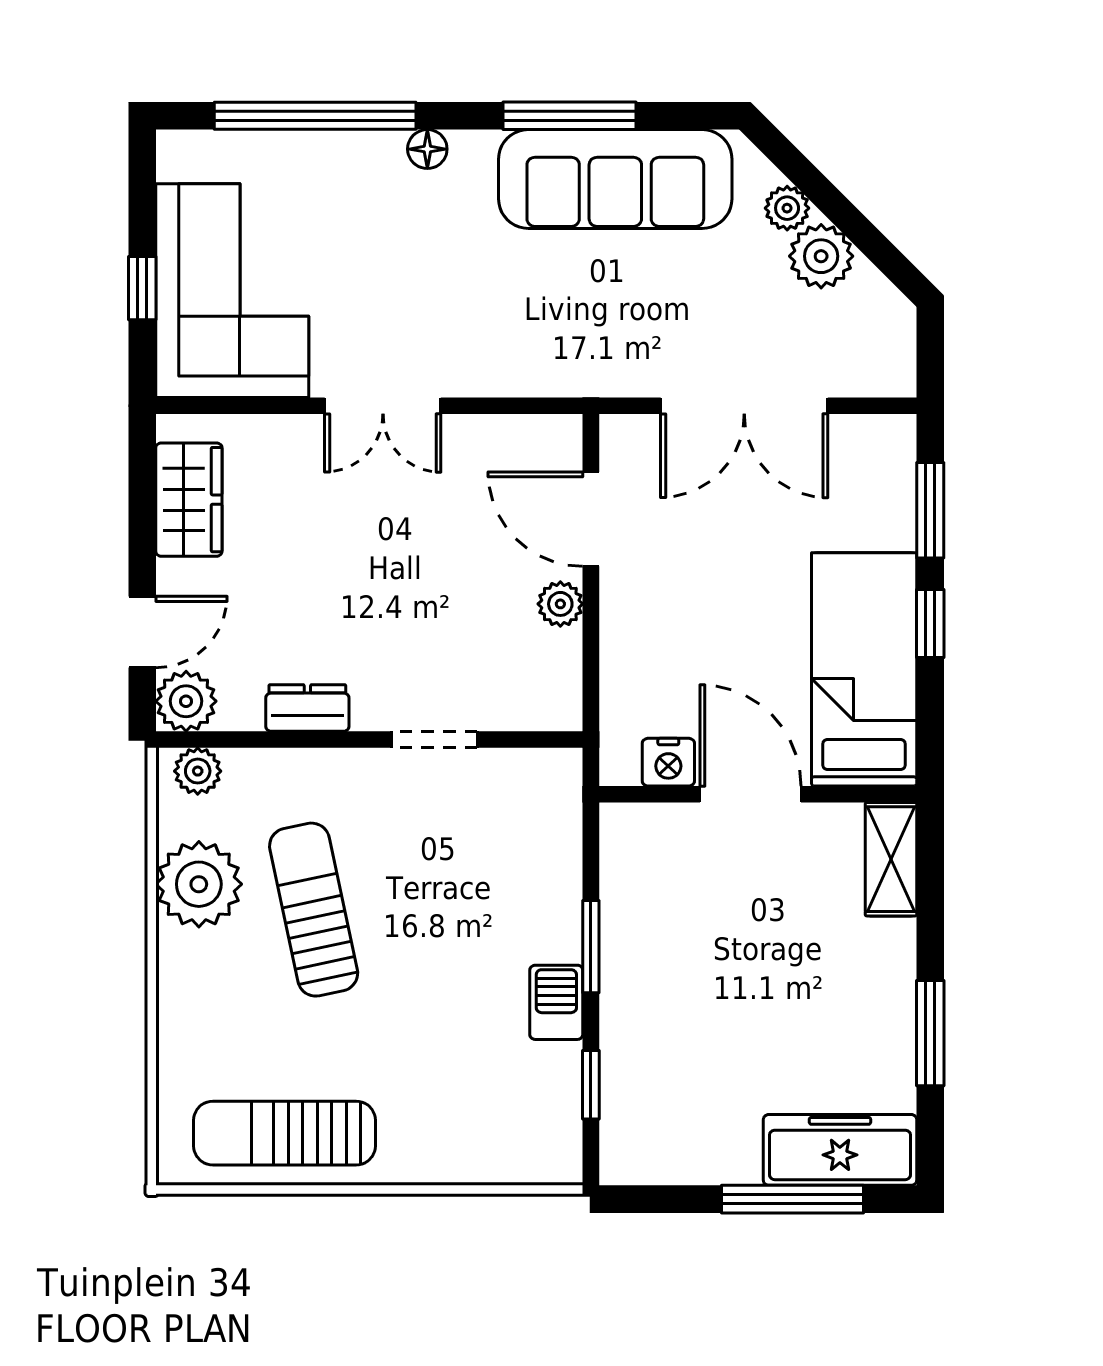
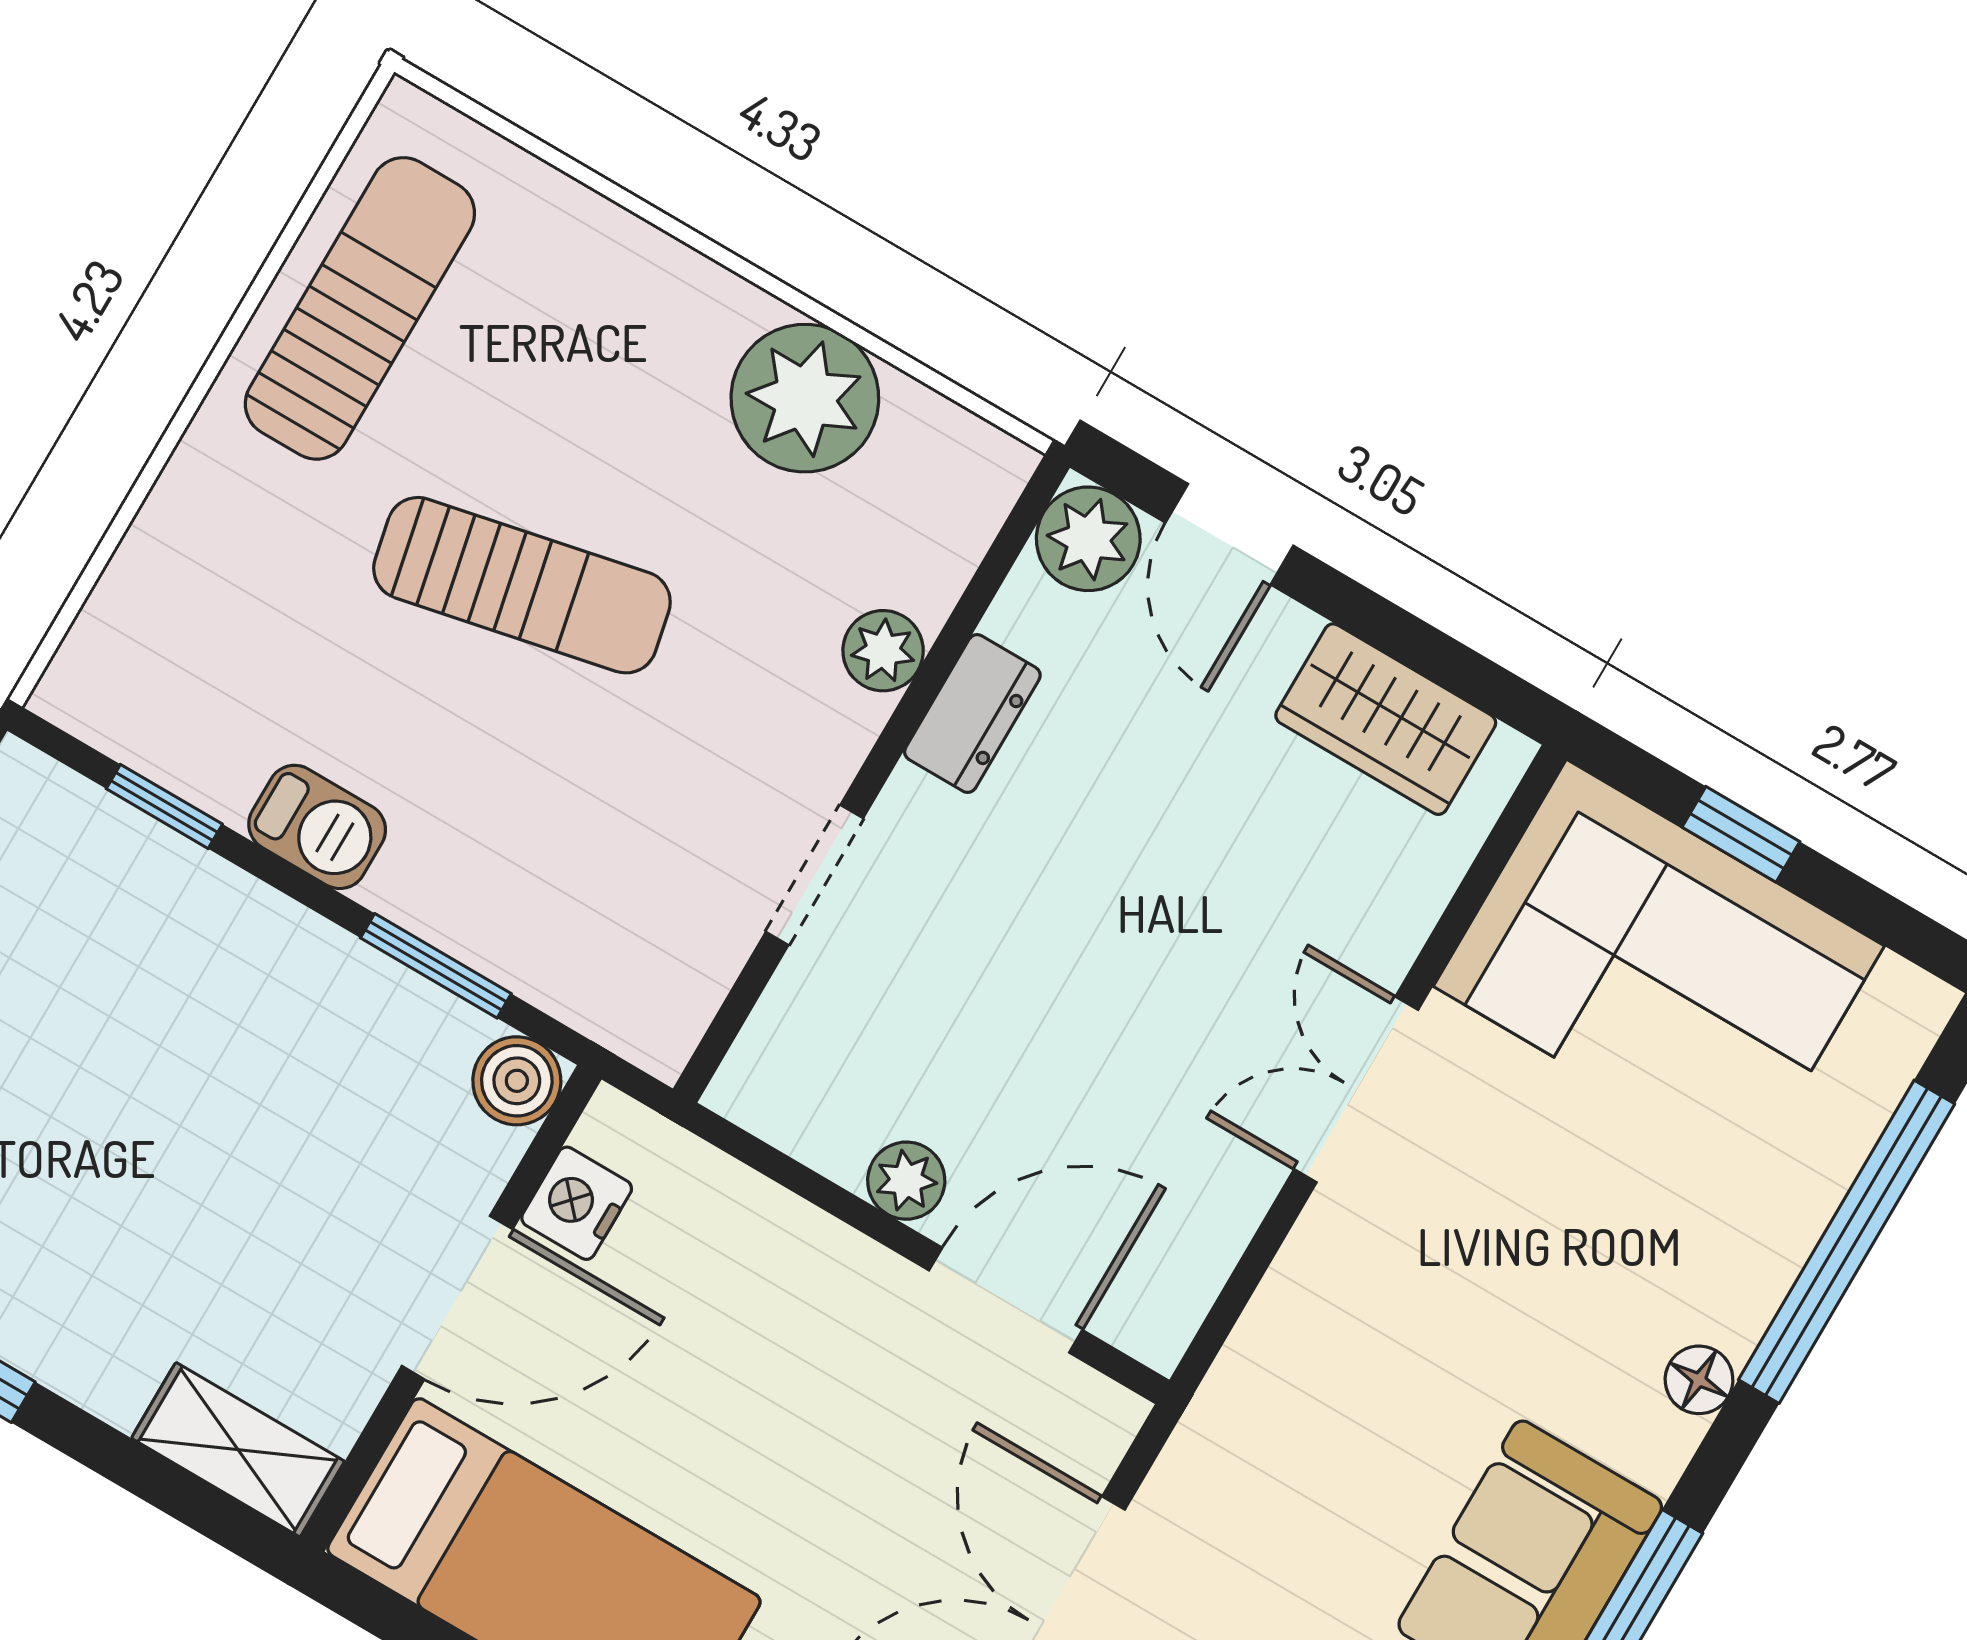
plant: (198, 771) -> (883, 651), moved
boiler: (625, 828) -> (517, 1081), added
sun lounger: (314, 910) -> (522, 585), moved
window: (591, 947) -> (436, 966), moved

